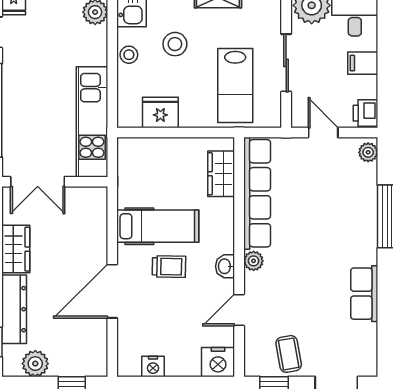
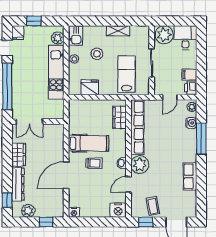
filing cabinet: (363, 63) -> (189, 75), moved
lab bench: (235, 85) -> (127, 74), turned 180
kitchen unit: (92, 122) -> (56, 72), moved
door: (323, 132) -> (170, 97), swing flipped
water cooler: (367, 185) -> (191, 123), added
plant: (254, 261) -> (140, 165), width x1.88, depth x1.88
nightstand: (153, 367) -> (74, 212), moved

